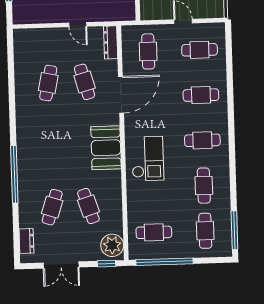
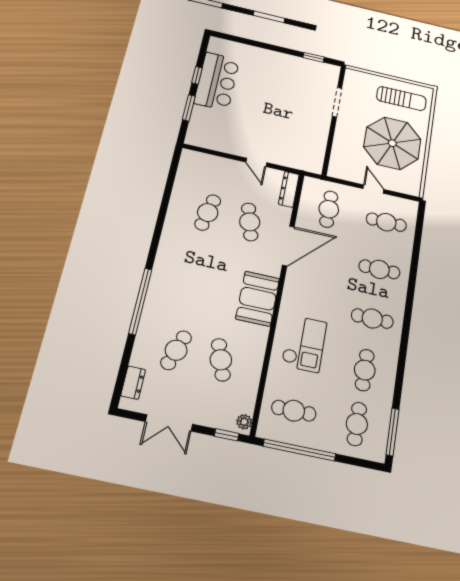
checkout: (148, 159) -> (304, 344), moved
plant: (112, 245) -> (244, 422), width x0.53, depth x0.53

